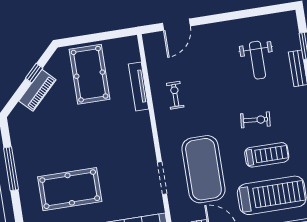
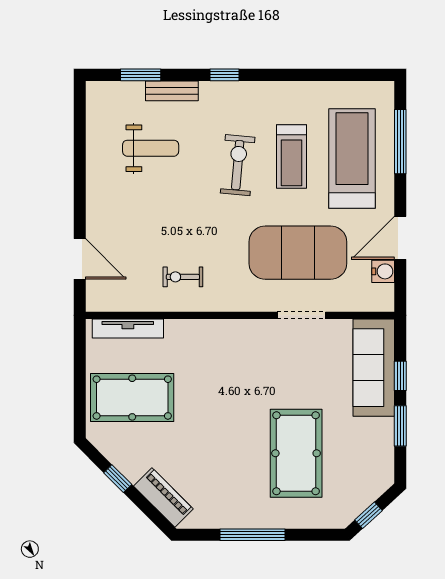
tv unit: (139, 87) -> (128, 329), moved
piano: (37, 90) -> (163, 497), moved
exercise bike: (255, 120) -> (238, 165), width x1.38, depth x1.39
treadmill: (267, 155) -> (291, 156), turned 180

